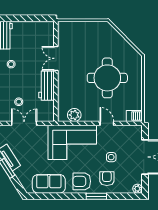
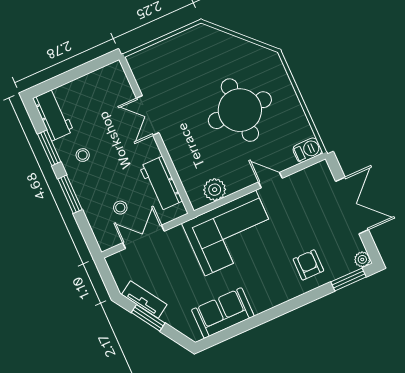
workbench: (47, 86) -> (161, 184), moved
side table: (111, 157) -> (300, 229), removed
armchair: (82, 181) -> (272, 287), removed
window: (96, 196) -> (348, 279), moved

